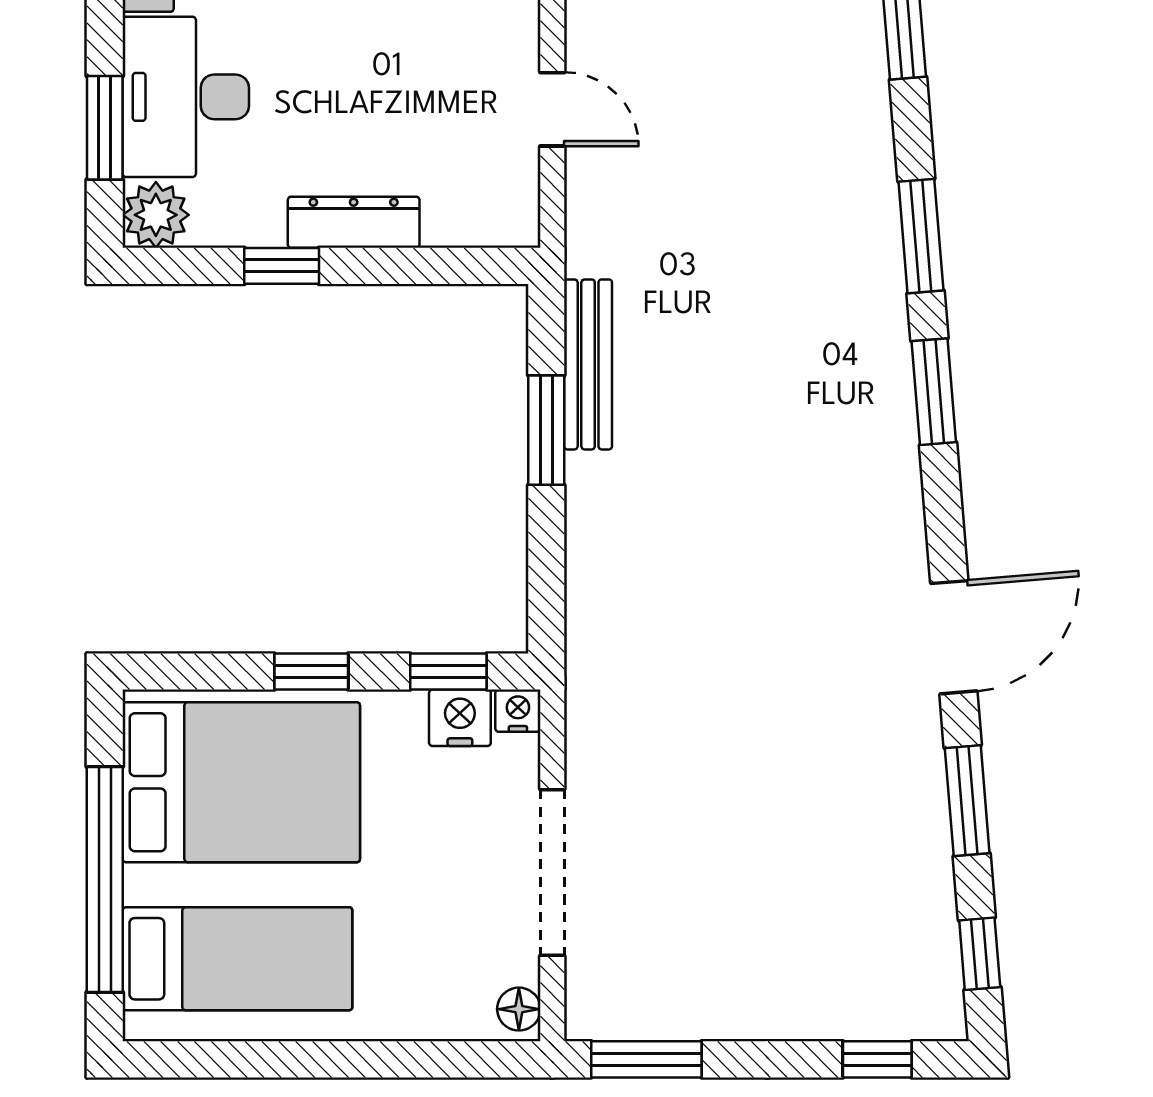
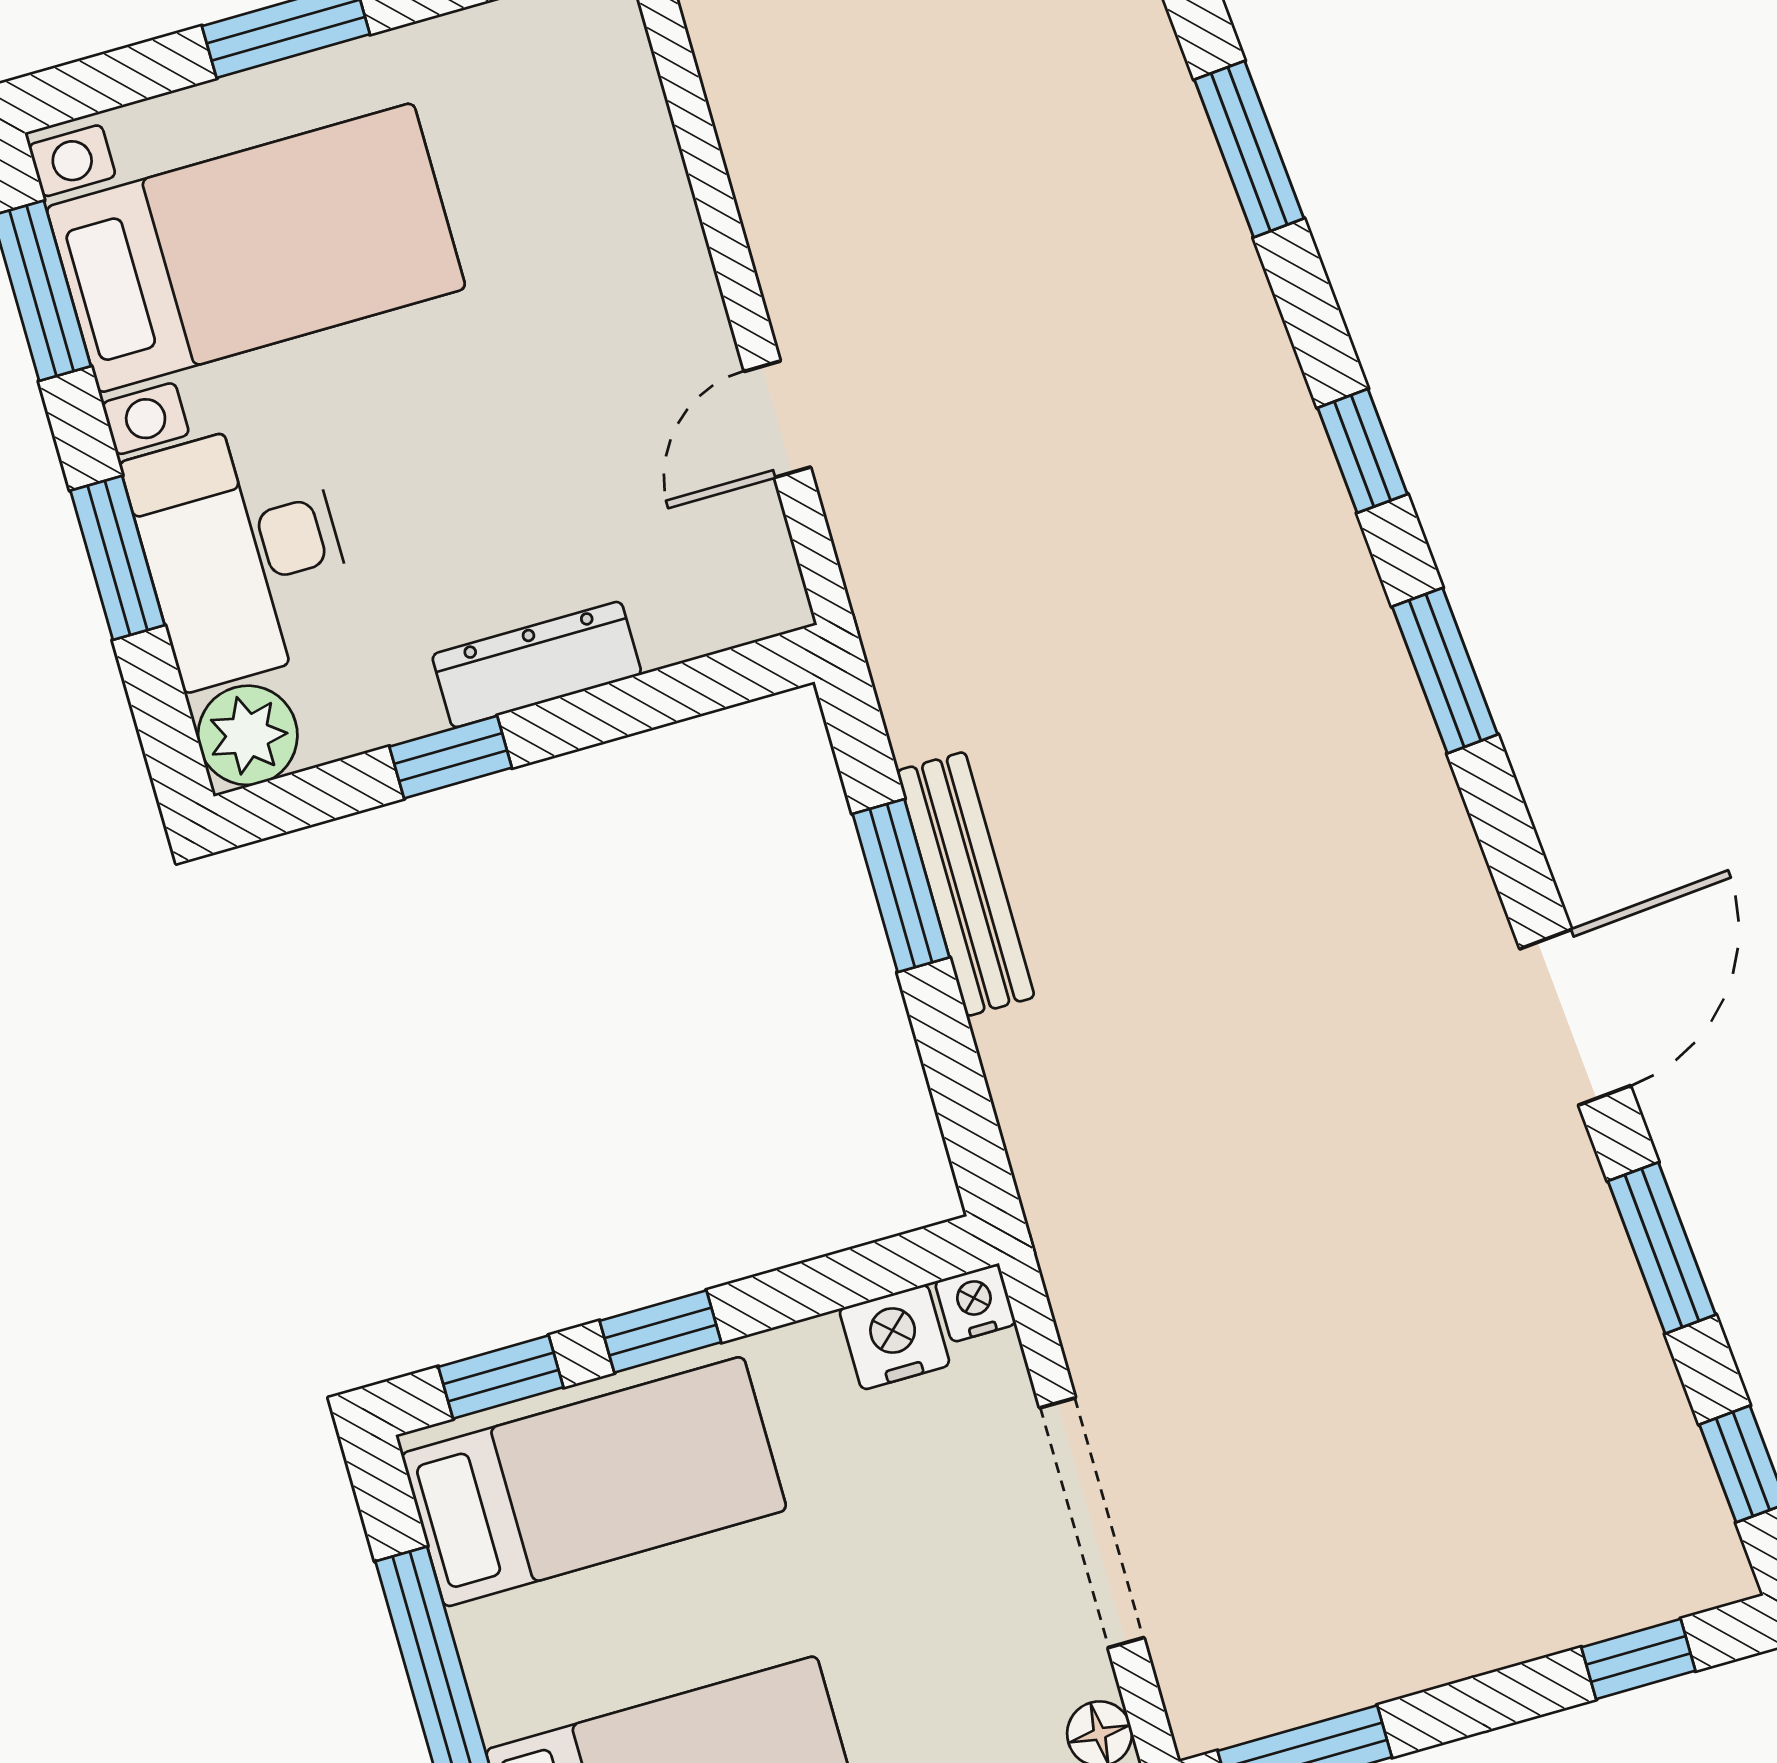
door: (552, 109) -> (777, 419), swing flipped
window: (105, 128) -> (118, 558), moved
window: (921, 236) -> (1362, 451), width x0.67
bench: (588, 364) -> (966, 884), moved
window: (448, 672) -> (501, 1377), moved
bed: (241, 782) -> (594, 1482), width x0.67

